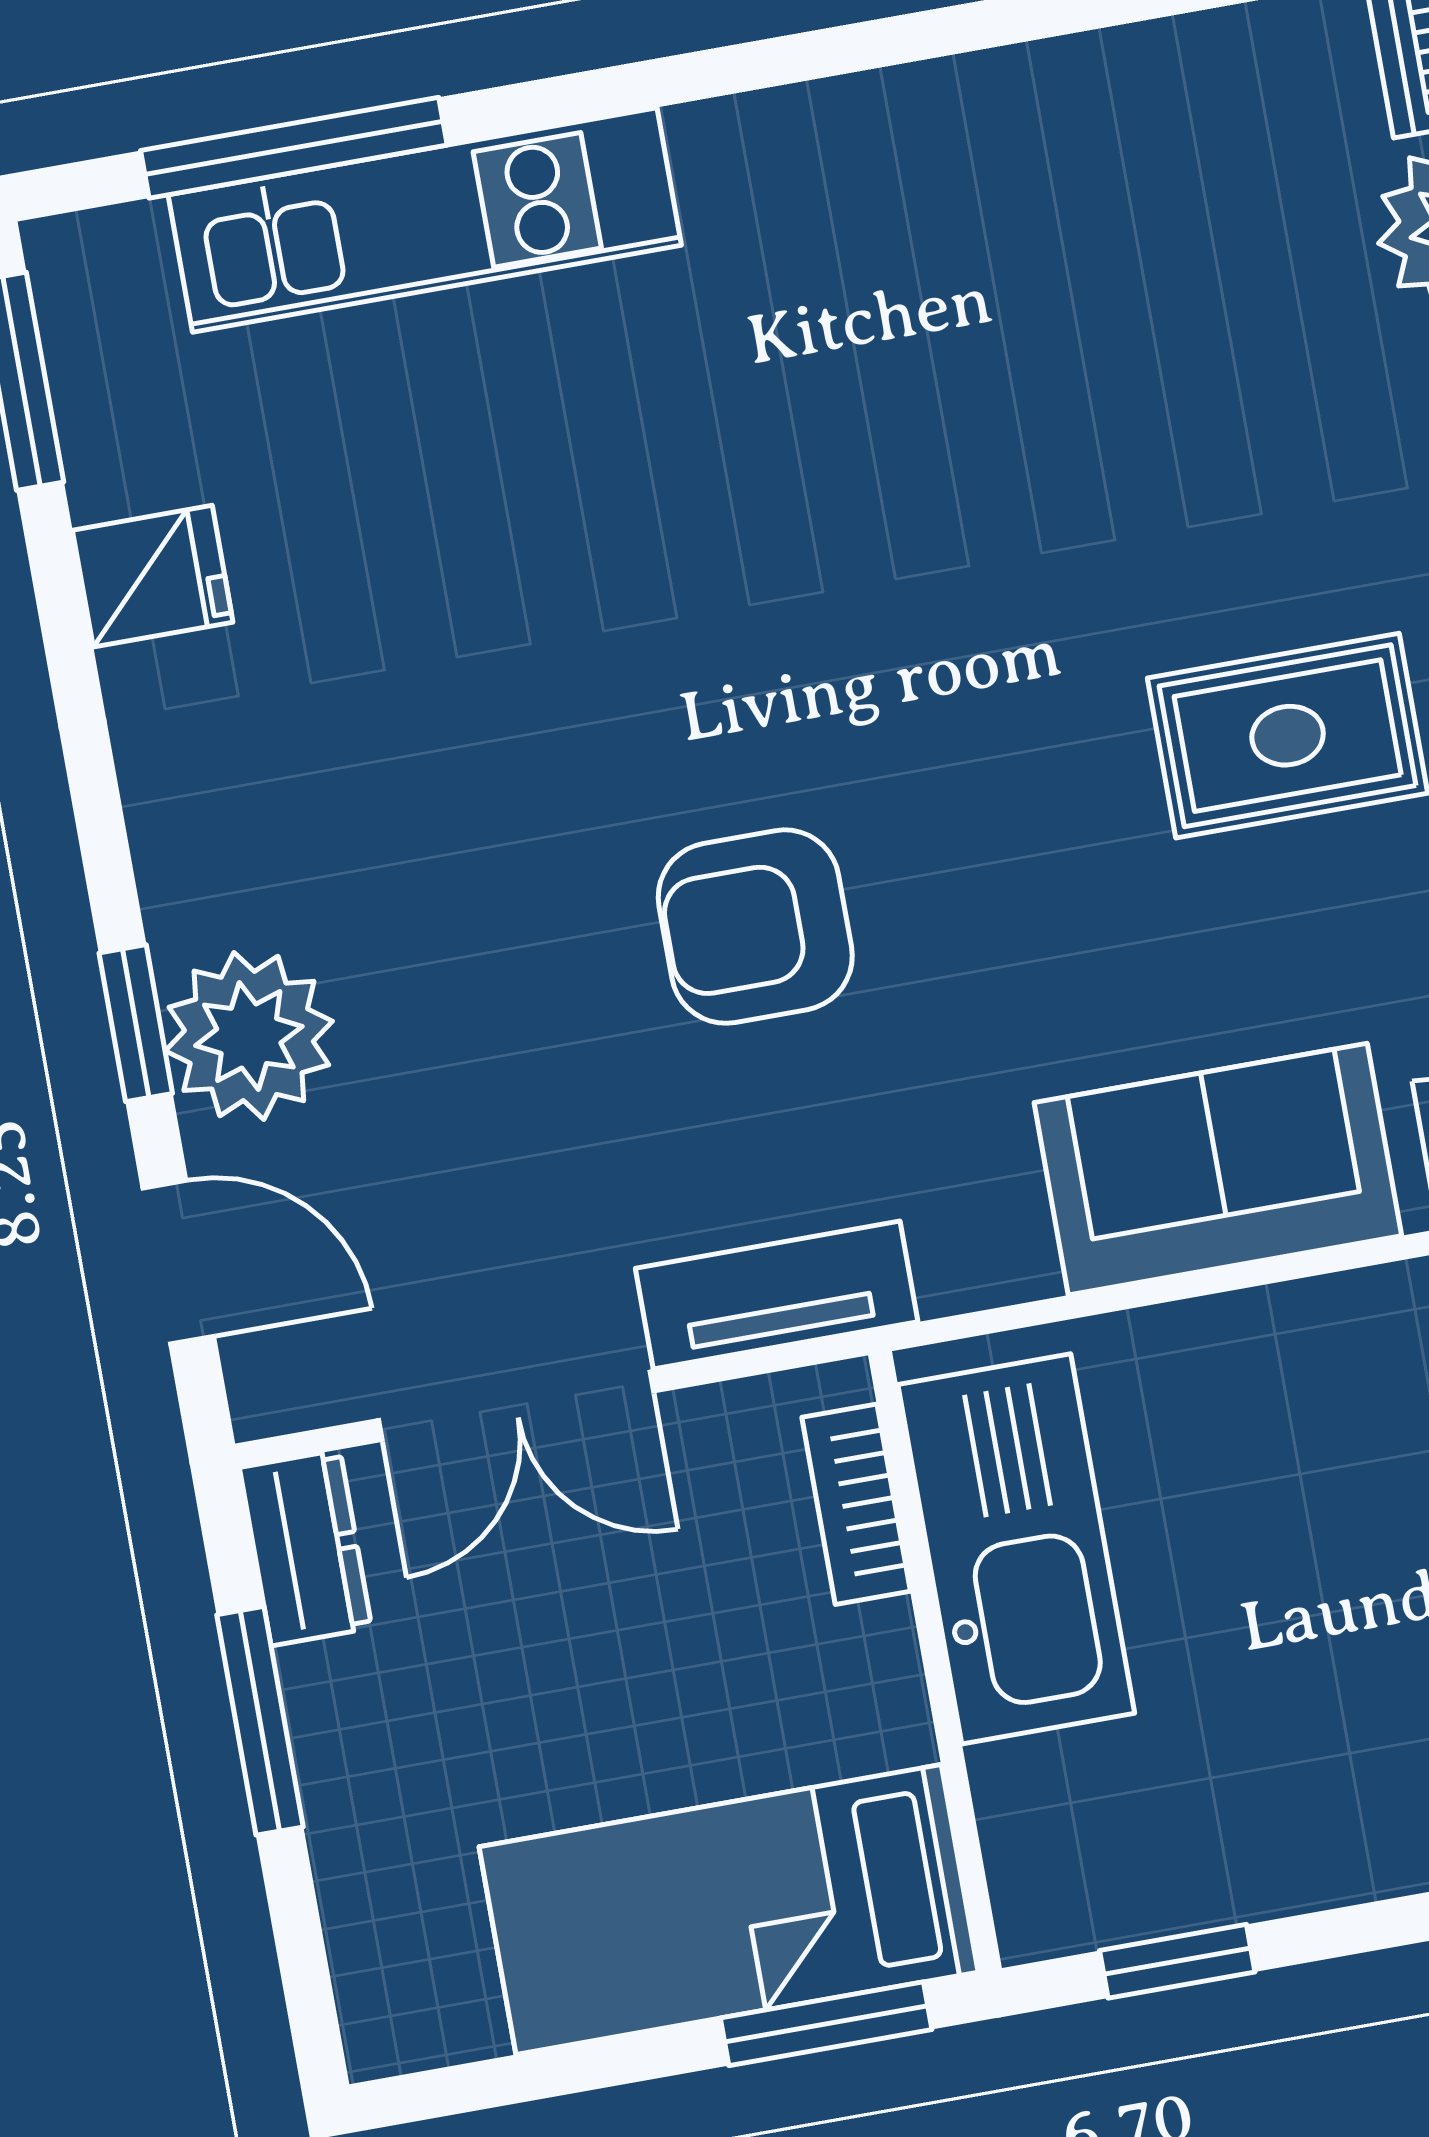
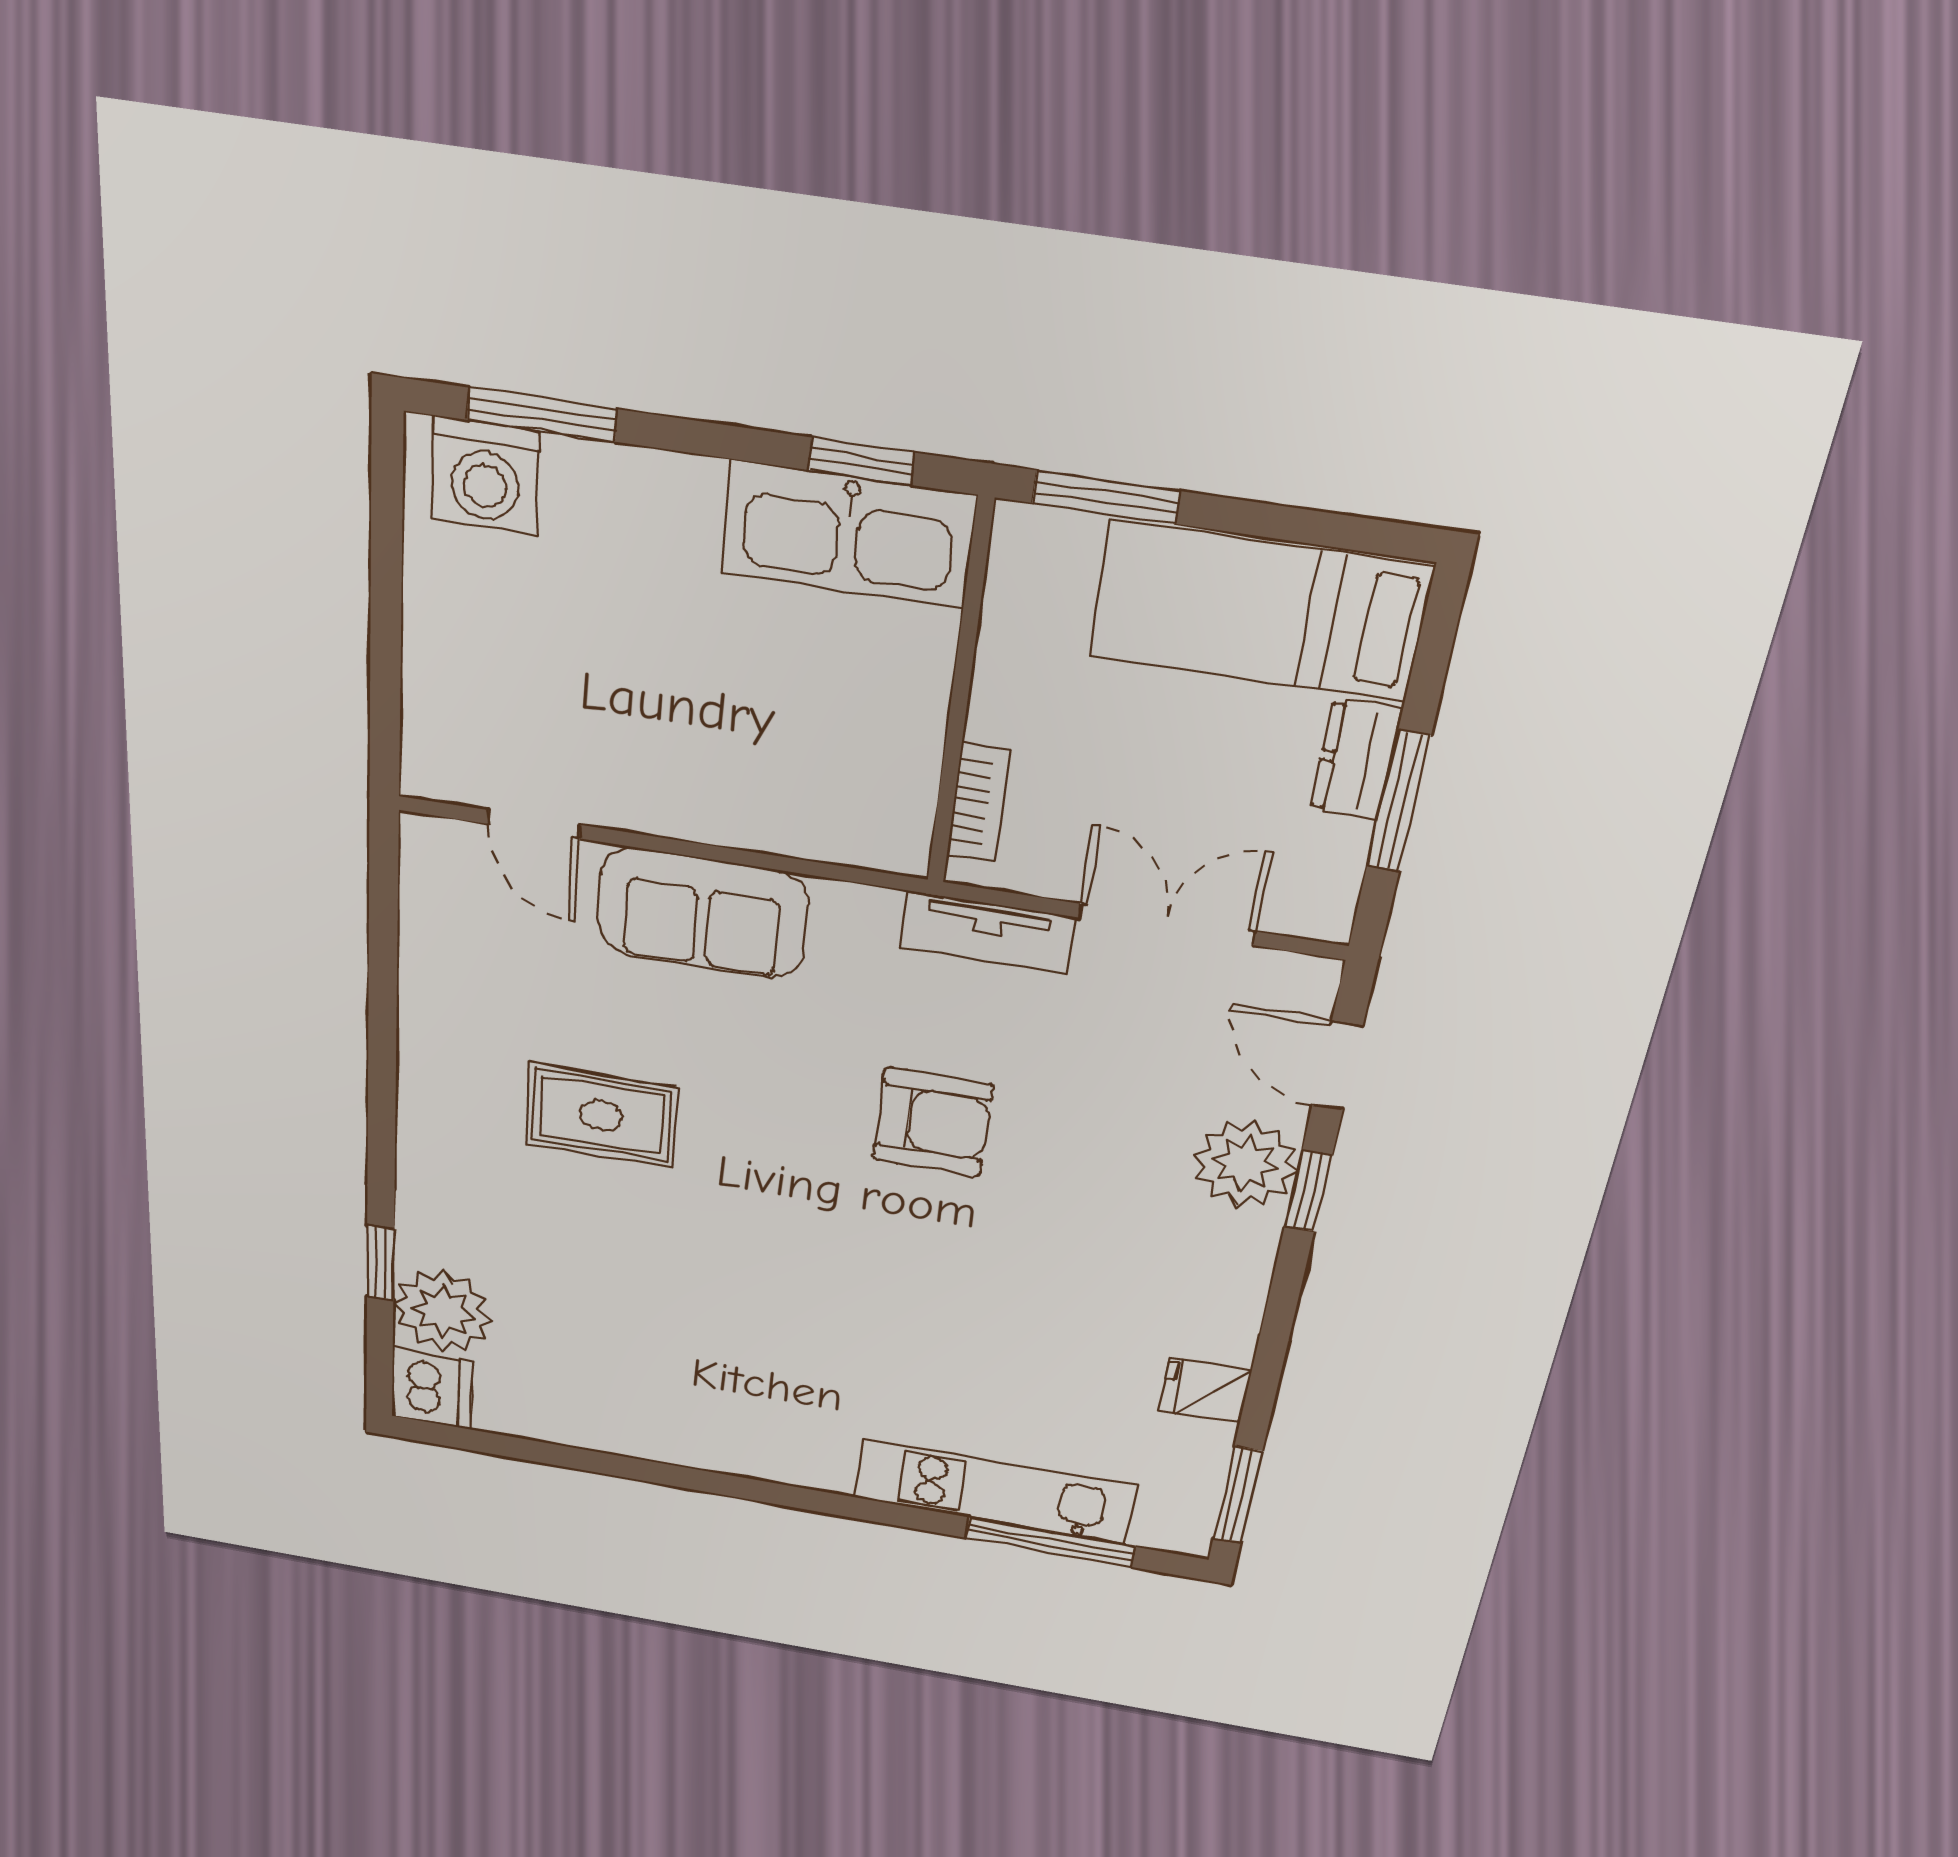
dresser: (306, 1548) -> (1356, 760), moved
kitchen sink: (1016, 1549) -> (848, 534), moved, turned -90
bed: (729, 1909) -> (1259, 612), moved, turned 180

